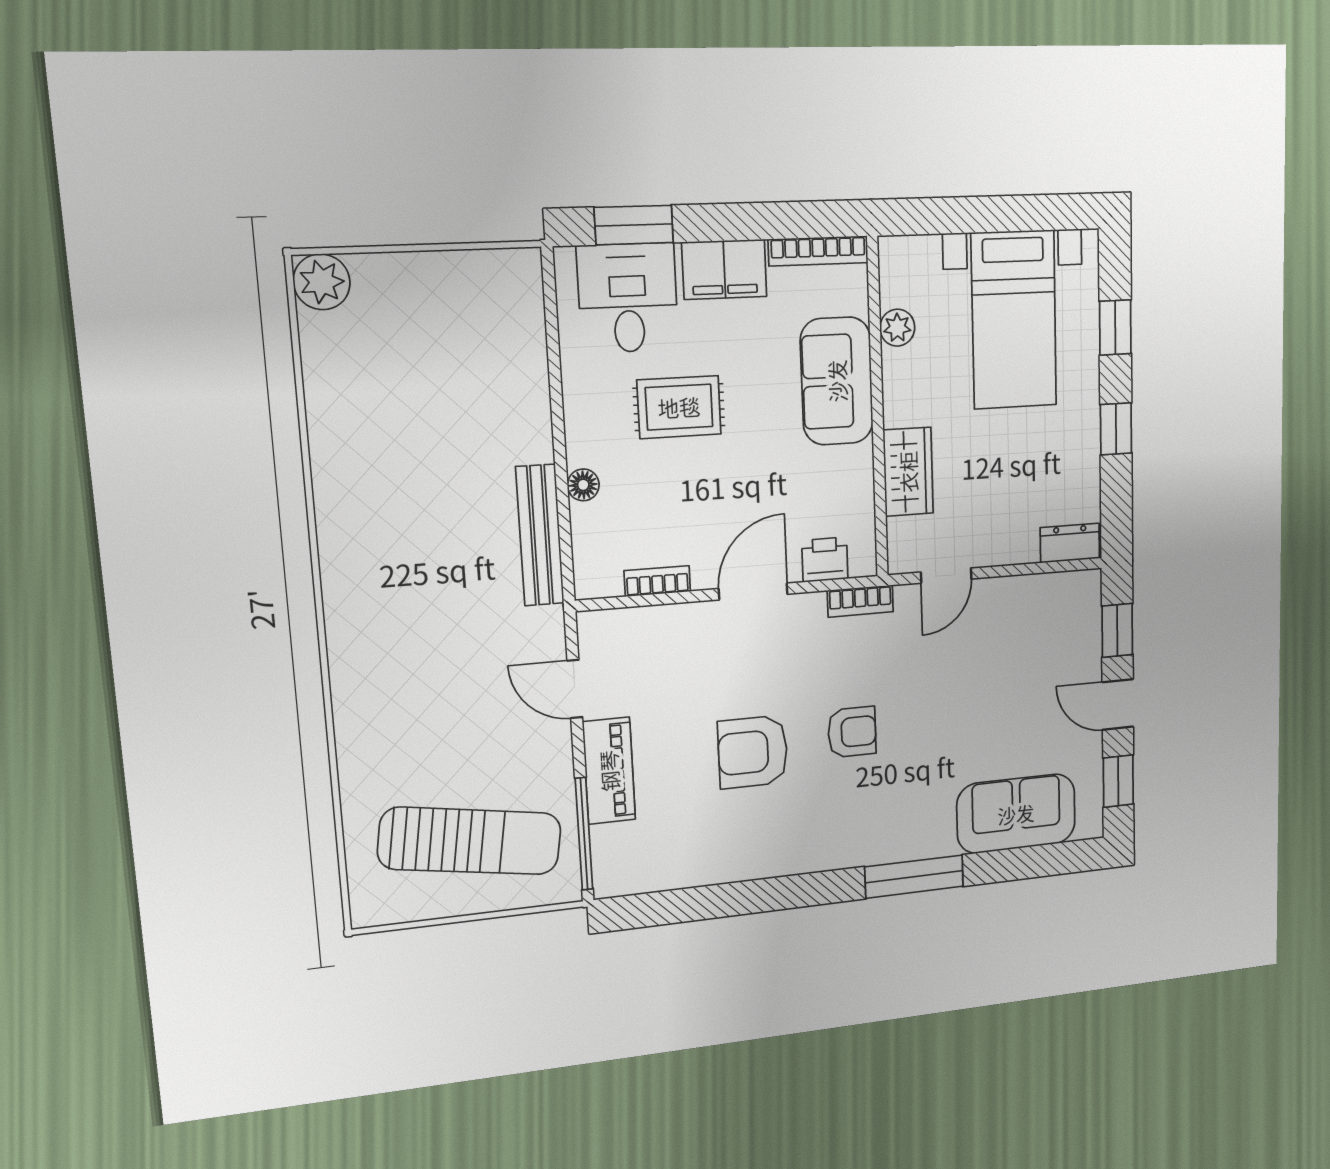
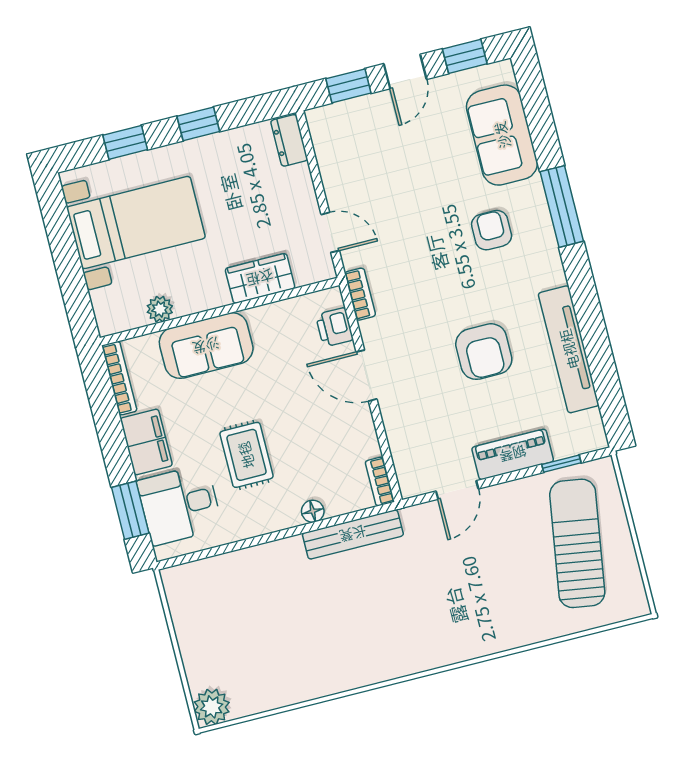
bookcase: (657, 581) -> (380, 481), moved
armchair: (852, 732) -> (492, 230), moved
window: (584, 834) -> (561, 464), width x0.46
tv unit: (733, 862) -> (569, 349), added

